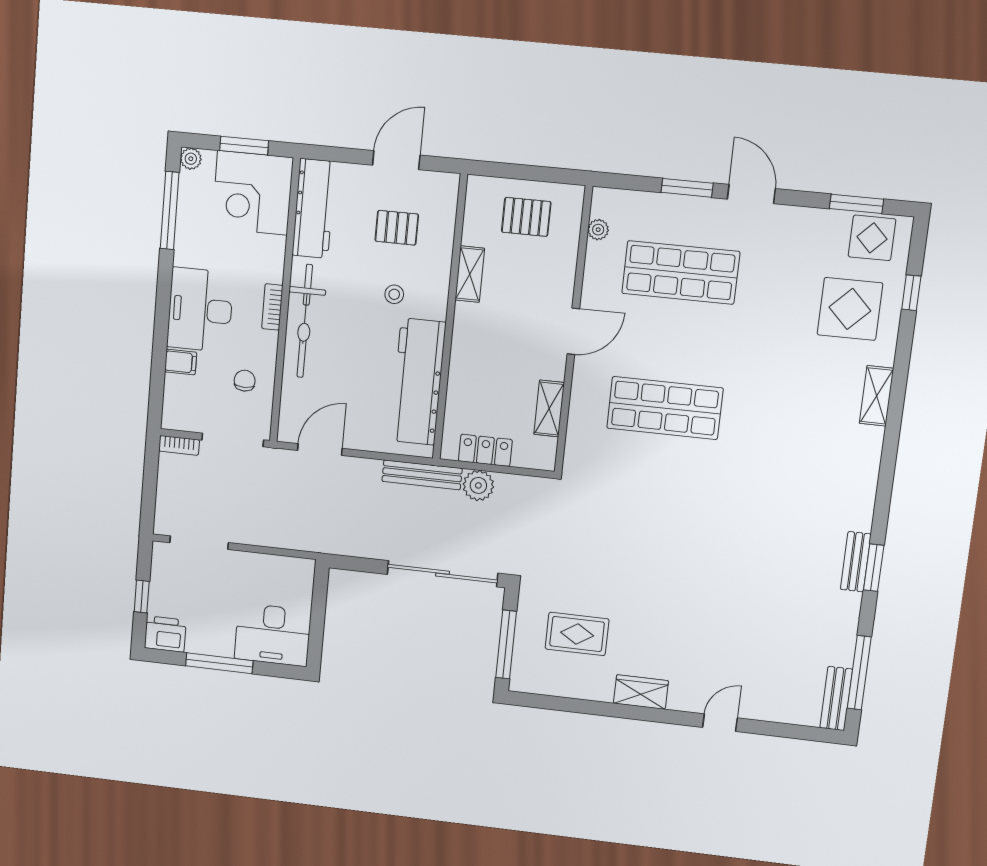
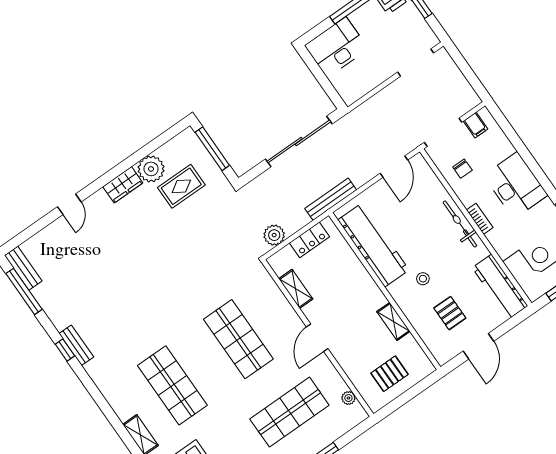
pallet: (397, 228) -> (450, 313), turned 90
bicycle: (305, 321) -> (460, 224), width x0.73, depth x0.71
filing cabinet: (181, 362) -> (476, 125), moved, turned -90
shop shelf: (665, 408) -> (238, 339), turned 90
shop shelf: (788, 421) -> (172, 385), added
bookcase: (179, 445) -> (469, 105), removed
plant: (478, 485) -> (274, 235), moved
window: (874, 568) -> (65, 350), width x0.67
sliding door: (442, 574) -> (299, 141), moved
plant: (594, 682) -> (151, 169), added

